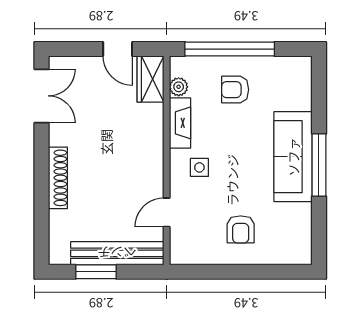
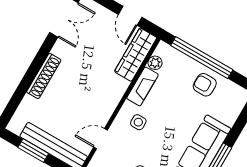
wardrobe: (150, 79) -> (136, 55), width x1.50
armchair: (235, 90) -> (205, 85), moved

